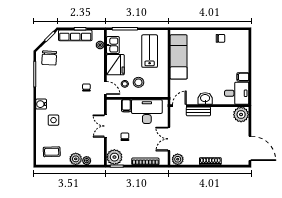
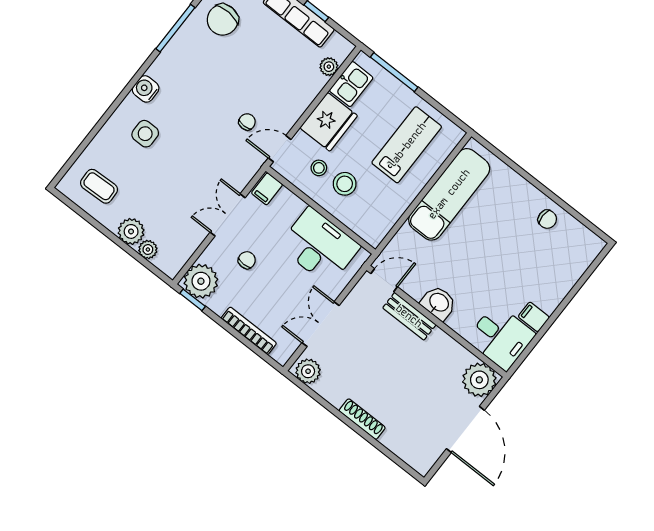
door: (105, 88) -> (280, 149), swing flipped
filing cabinet: (126, 106) -> (267, 189), moved
door: (250, 148) -> (465, 429), moved

